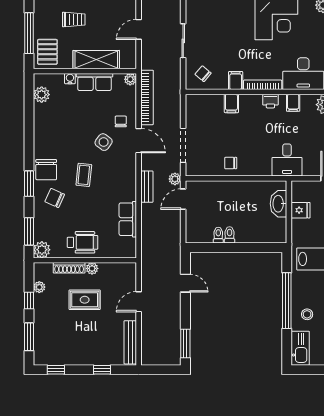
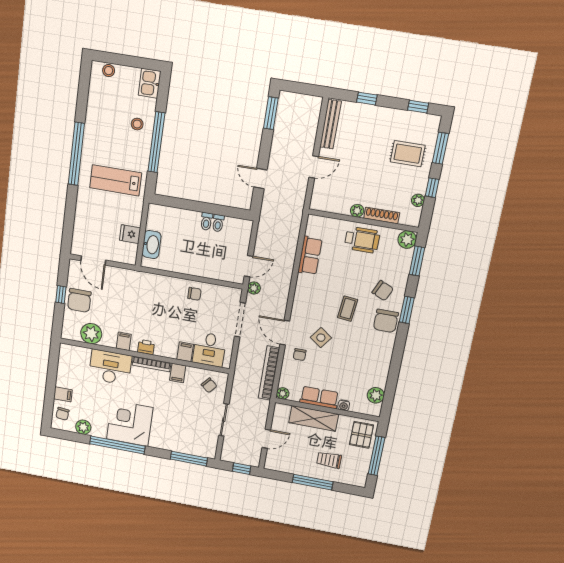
desk: (287, 160) -> (209, 349), moved, turned 180
chair: (46, 170) -> (386, 321), turned 180
bench: (147, 187) -> (284, 285), removed
wheelchair: (83, 242) -> (362, 240), turned 180
rug: (85, 300) -> (408, 154), moved
kitchen sink: (300, 348) -> (150, 83), width x0.73

